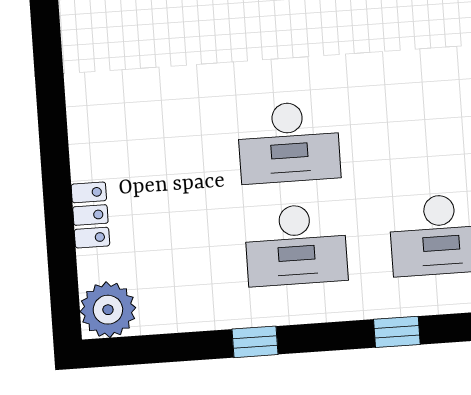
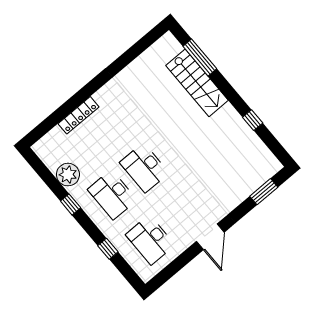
locker: (90, 215) -> (78, 115), width x1.53
plant: (108, 310) -> (68, 175), moved

